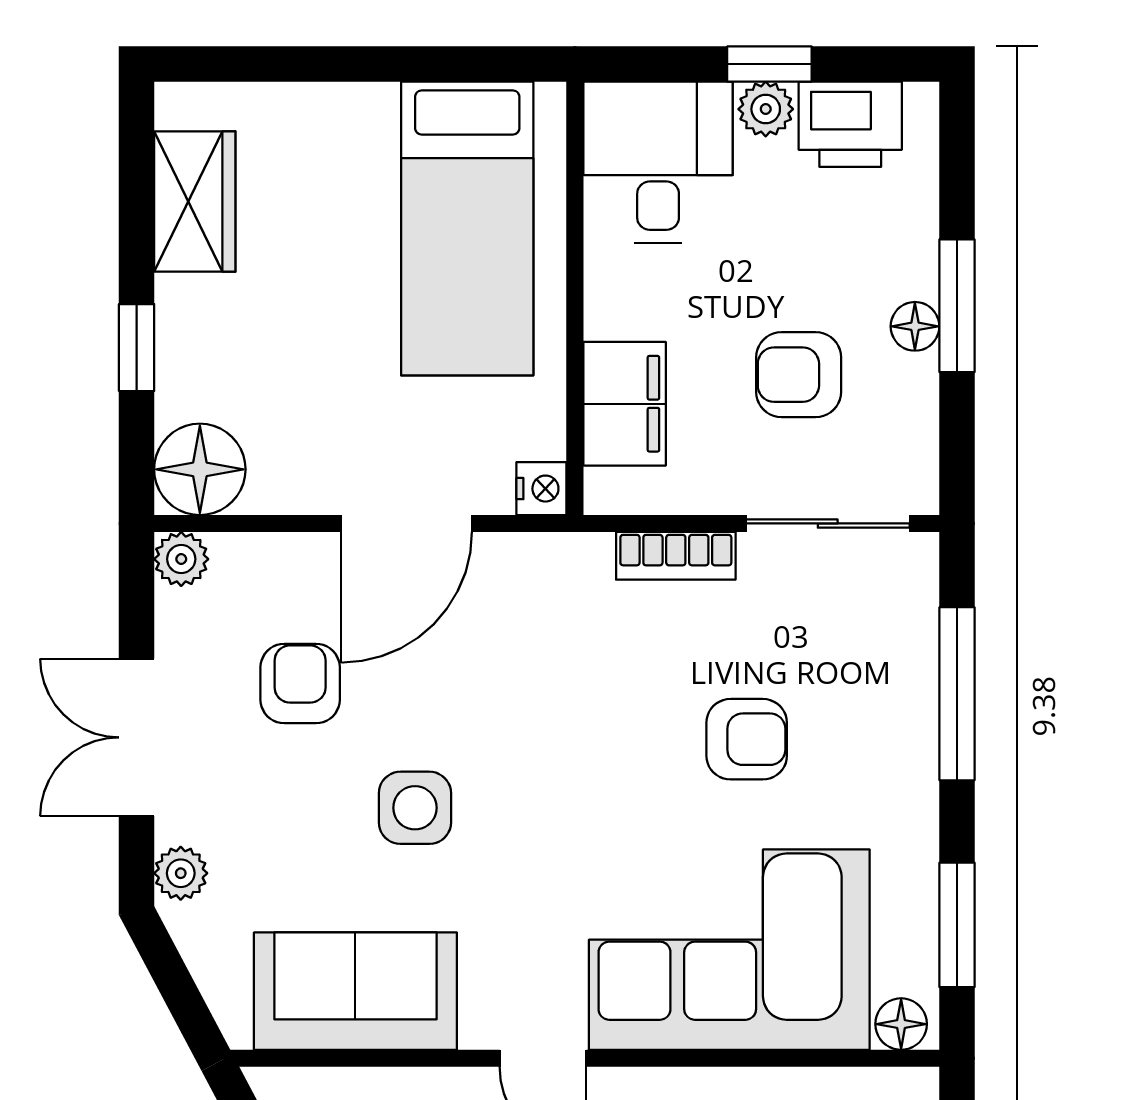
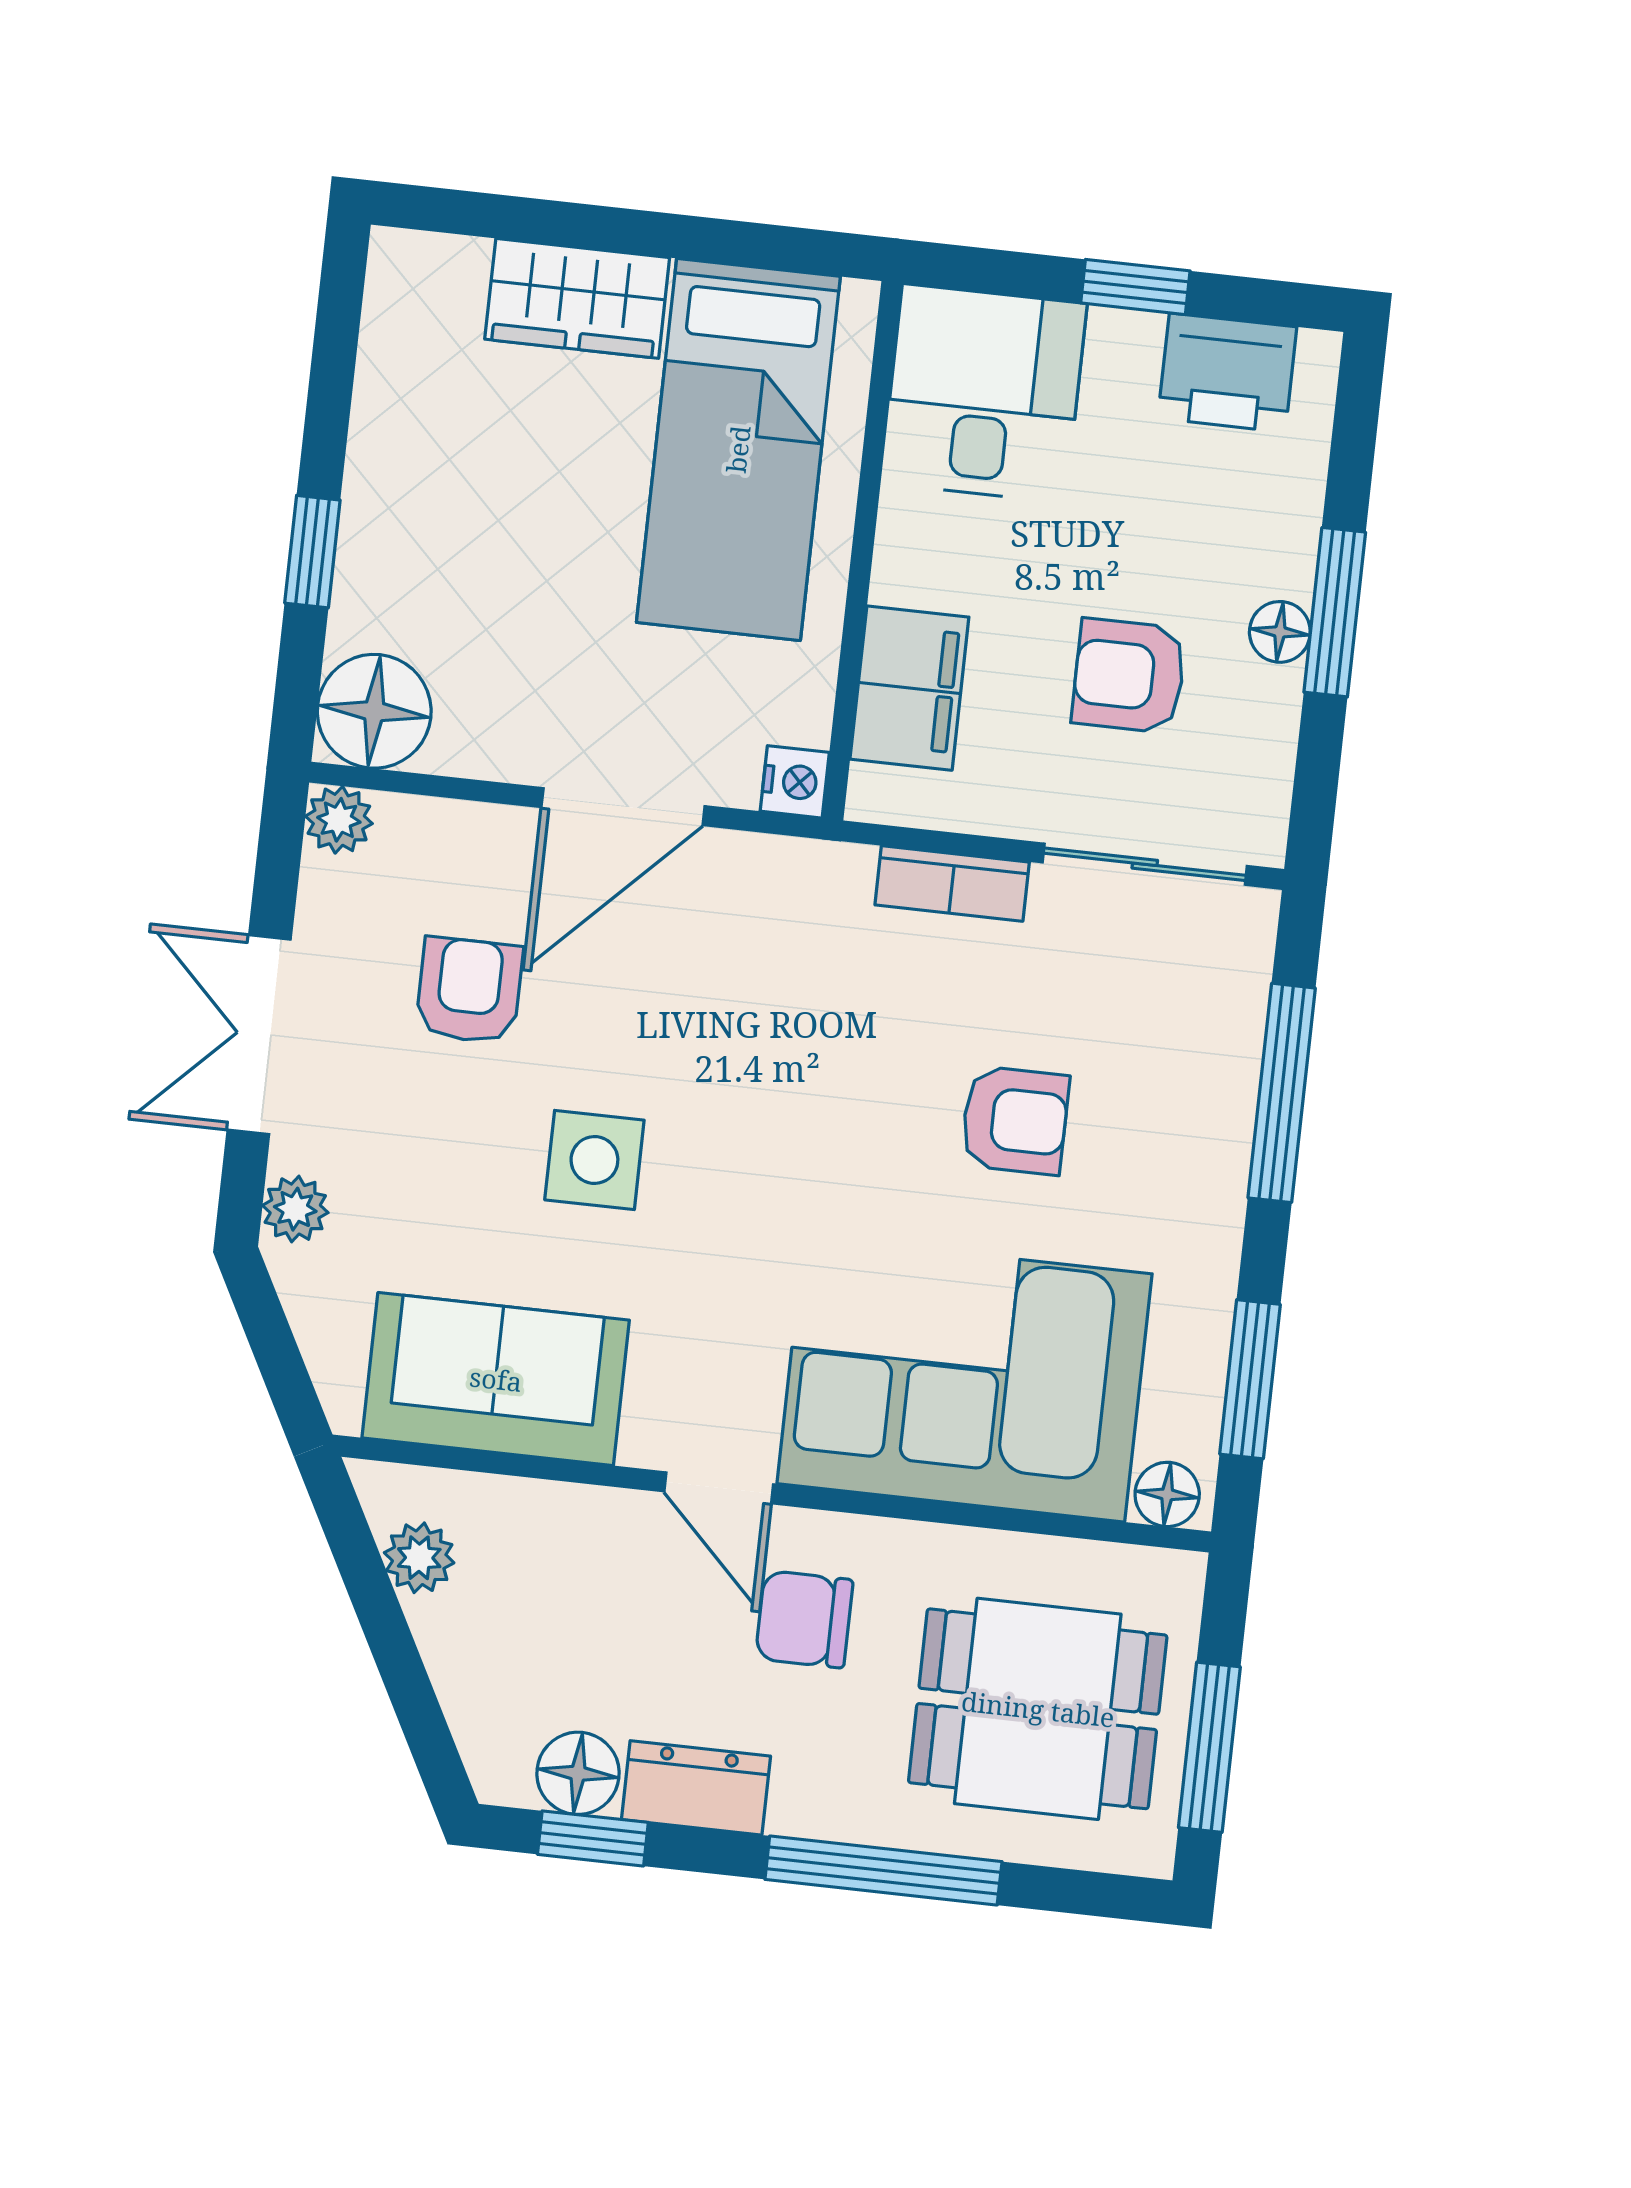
plant: (766, 109) -> (1125, 342), removed
wardrobe: (195, 202) -> (577, 298), moved, turned 90

